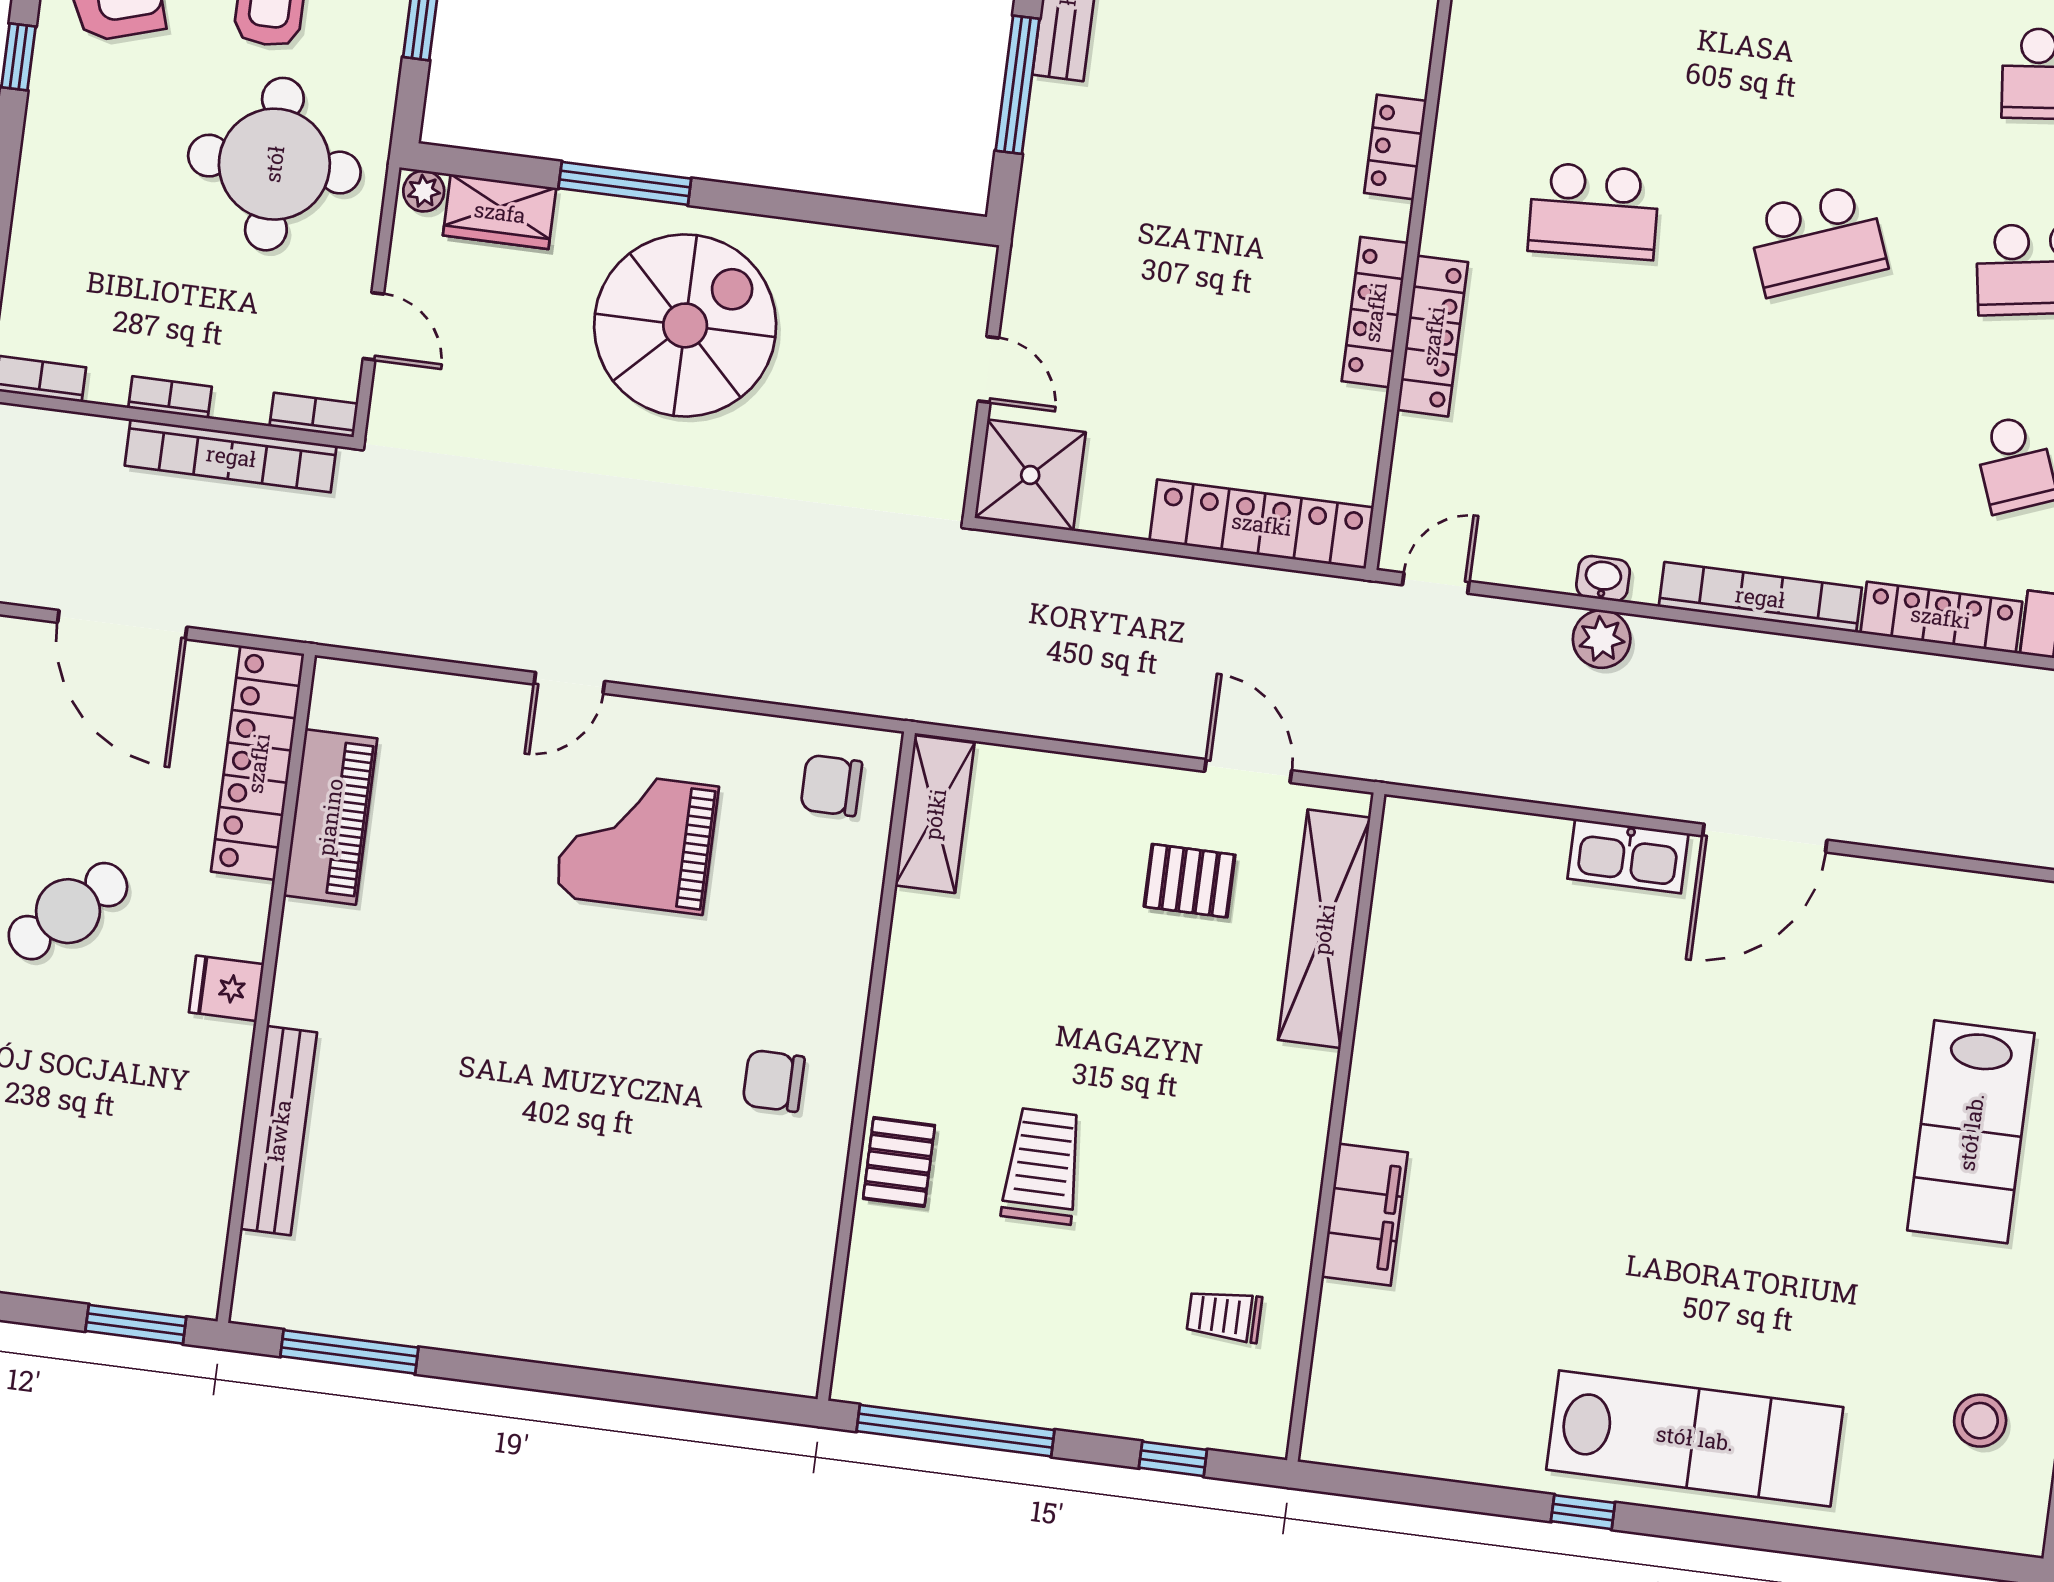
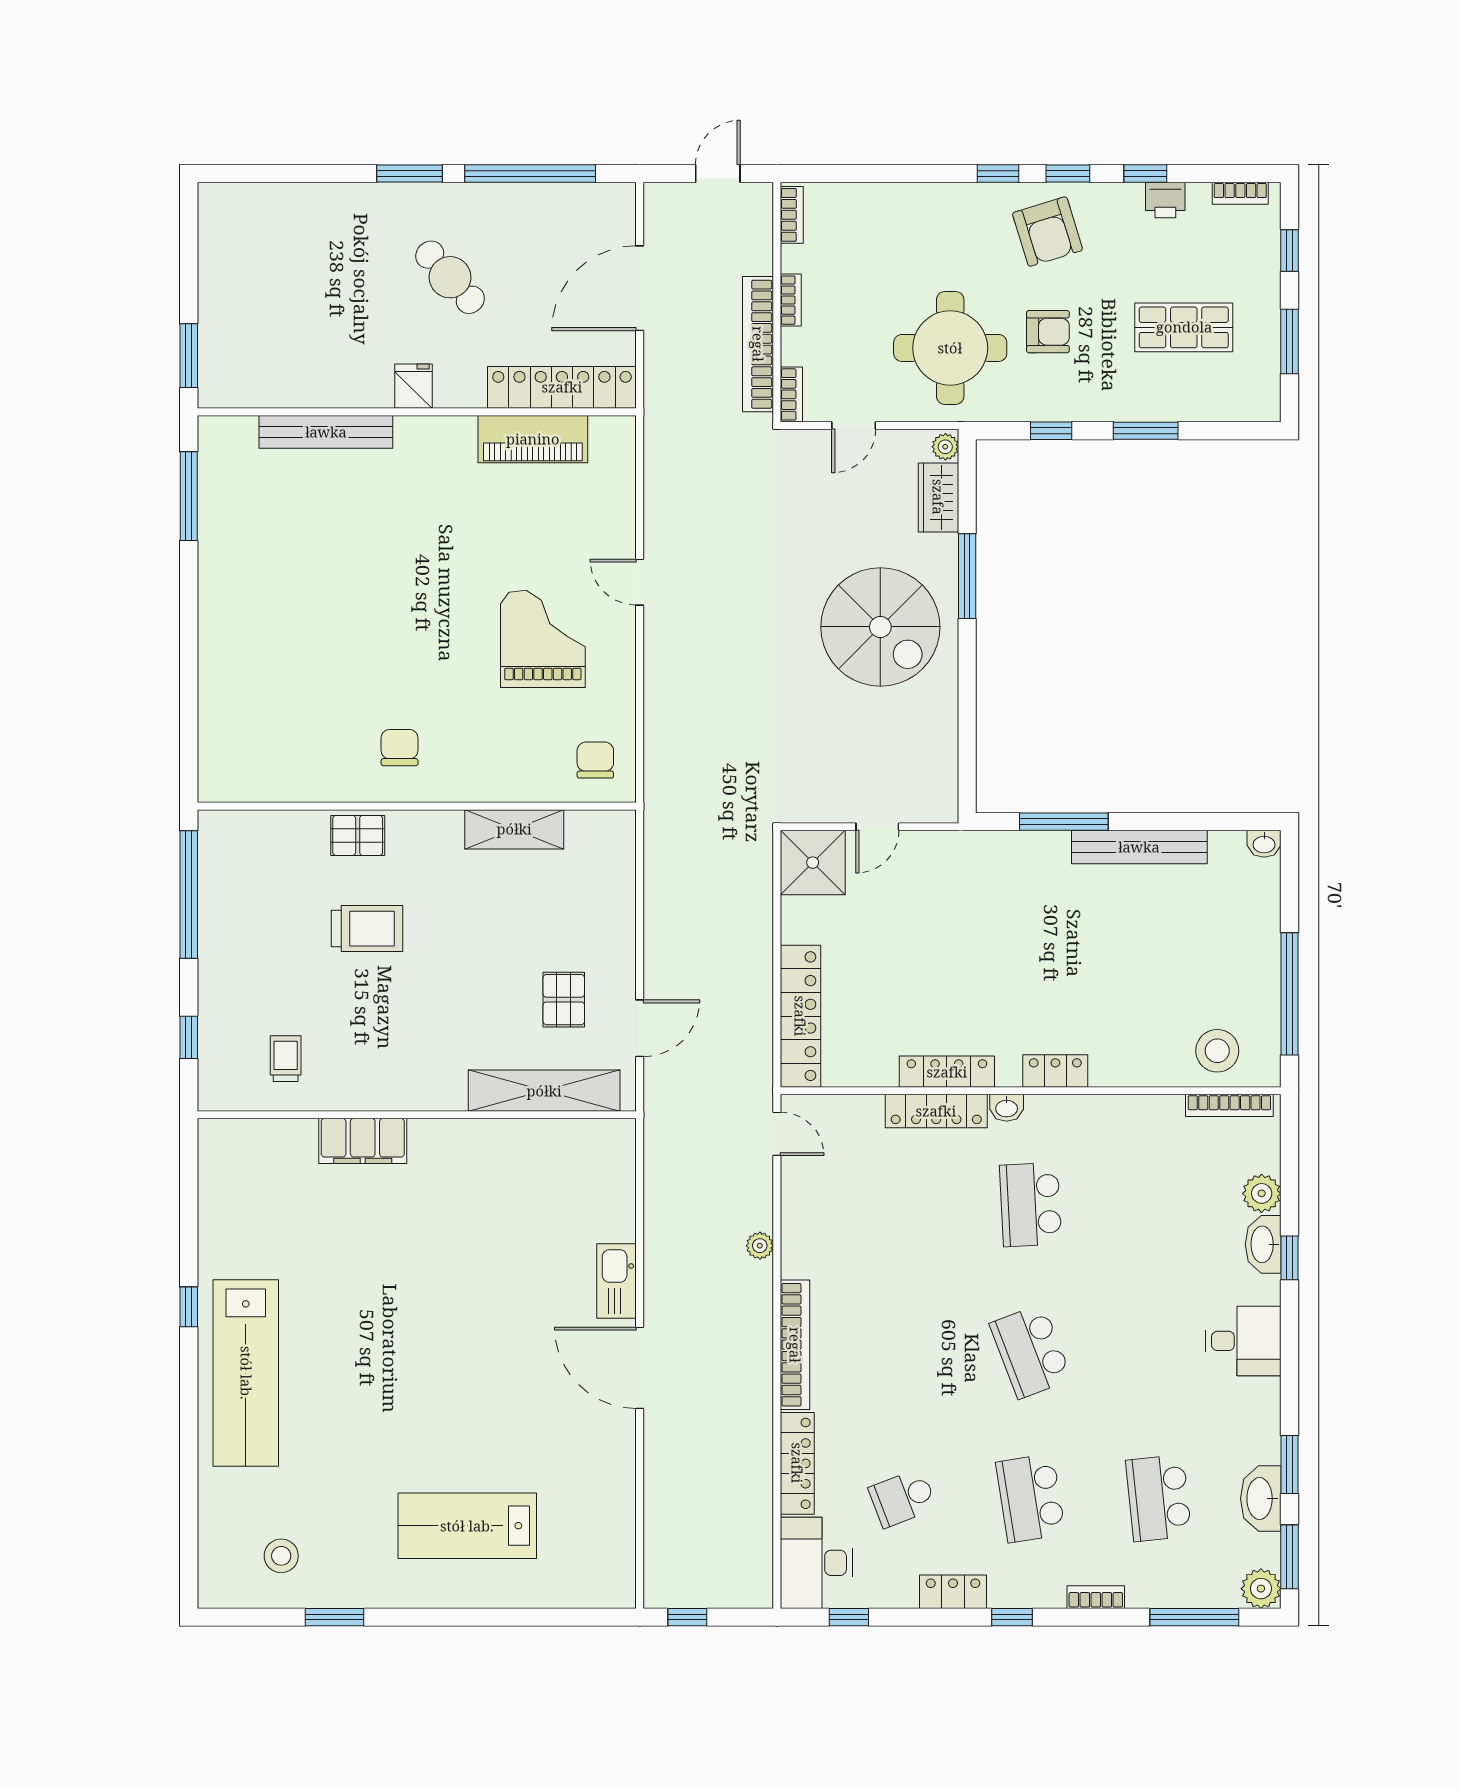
washbasin: (1603, 579) -> (1007, 1108), moved, turned 90
plant: (1602, 639) -> (760, 1246), width x0.73, depth x0.73
shelving: (935, 814) -> (514, 829), moved

